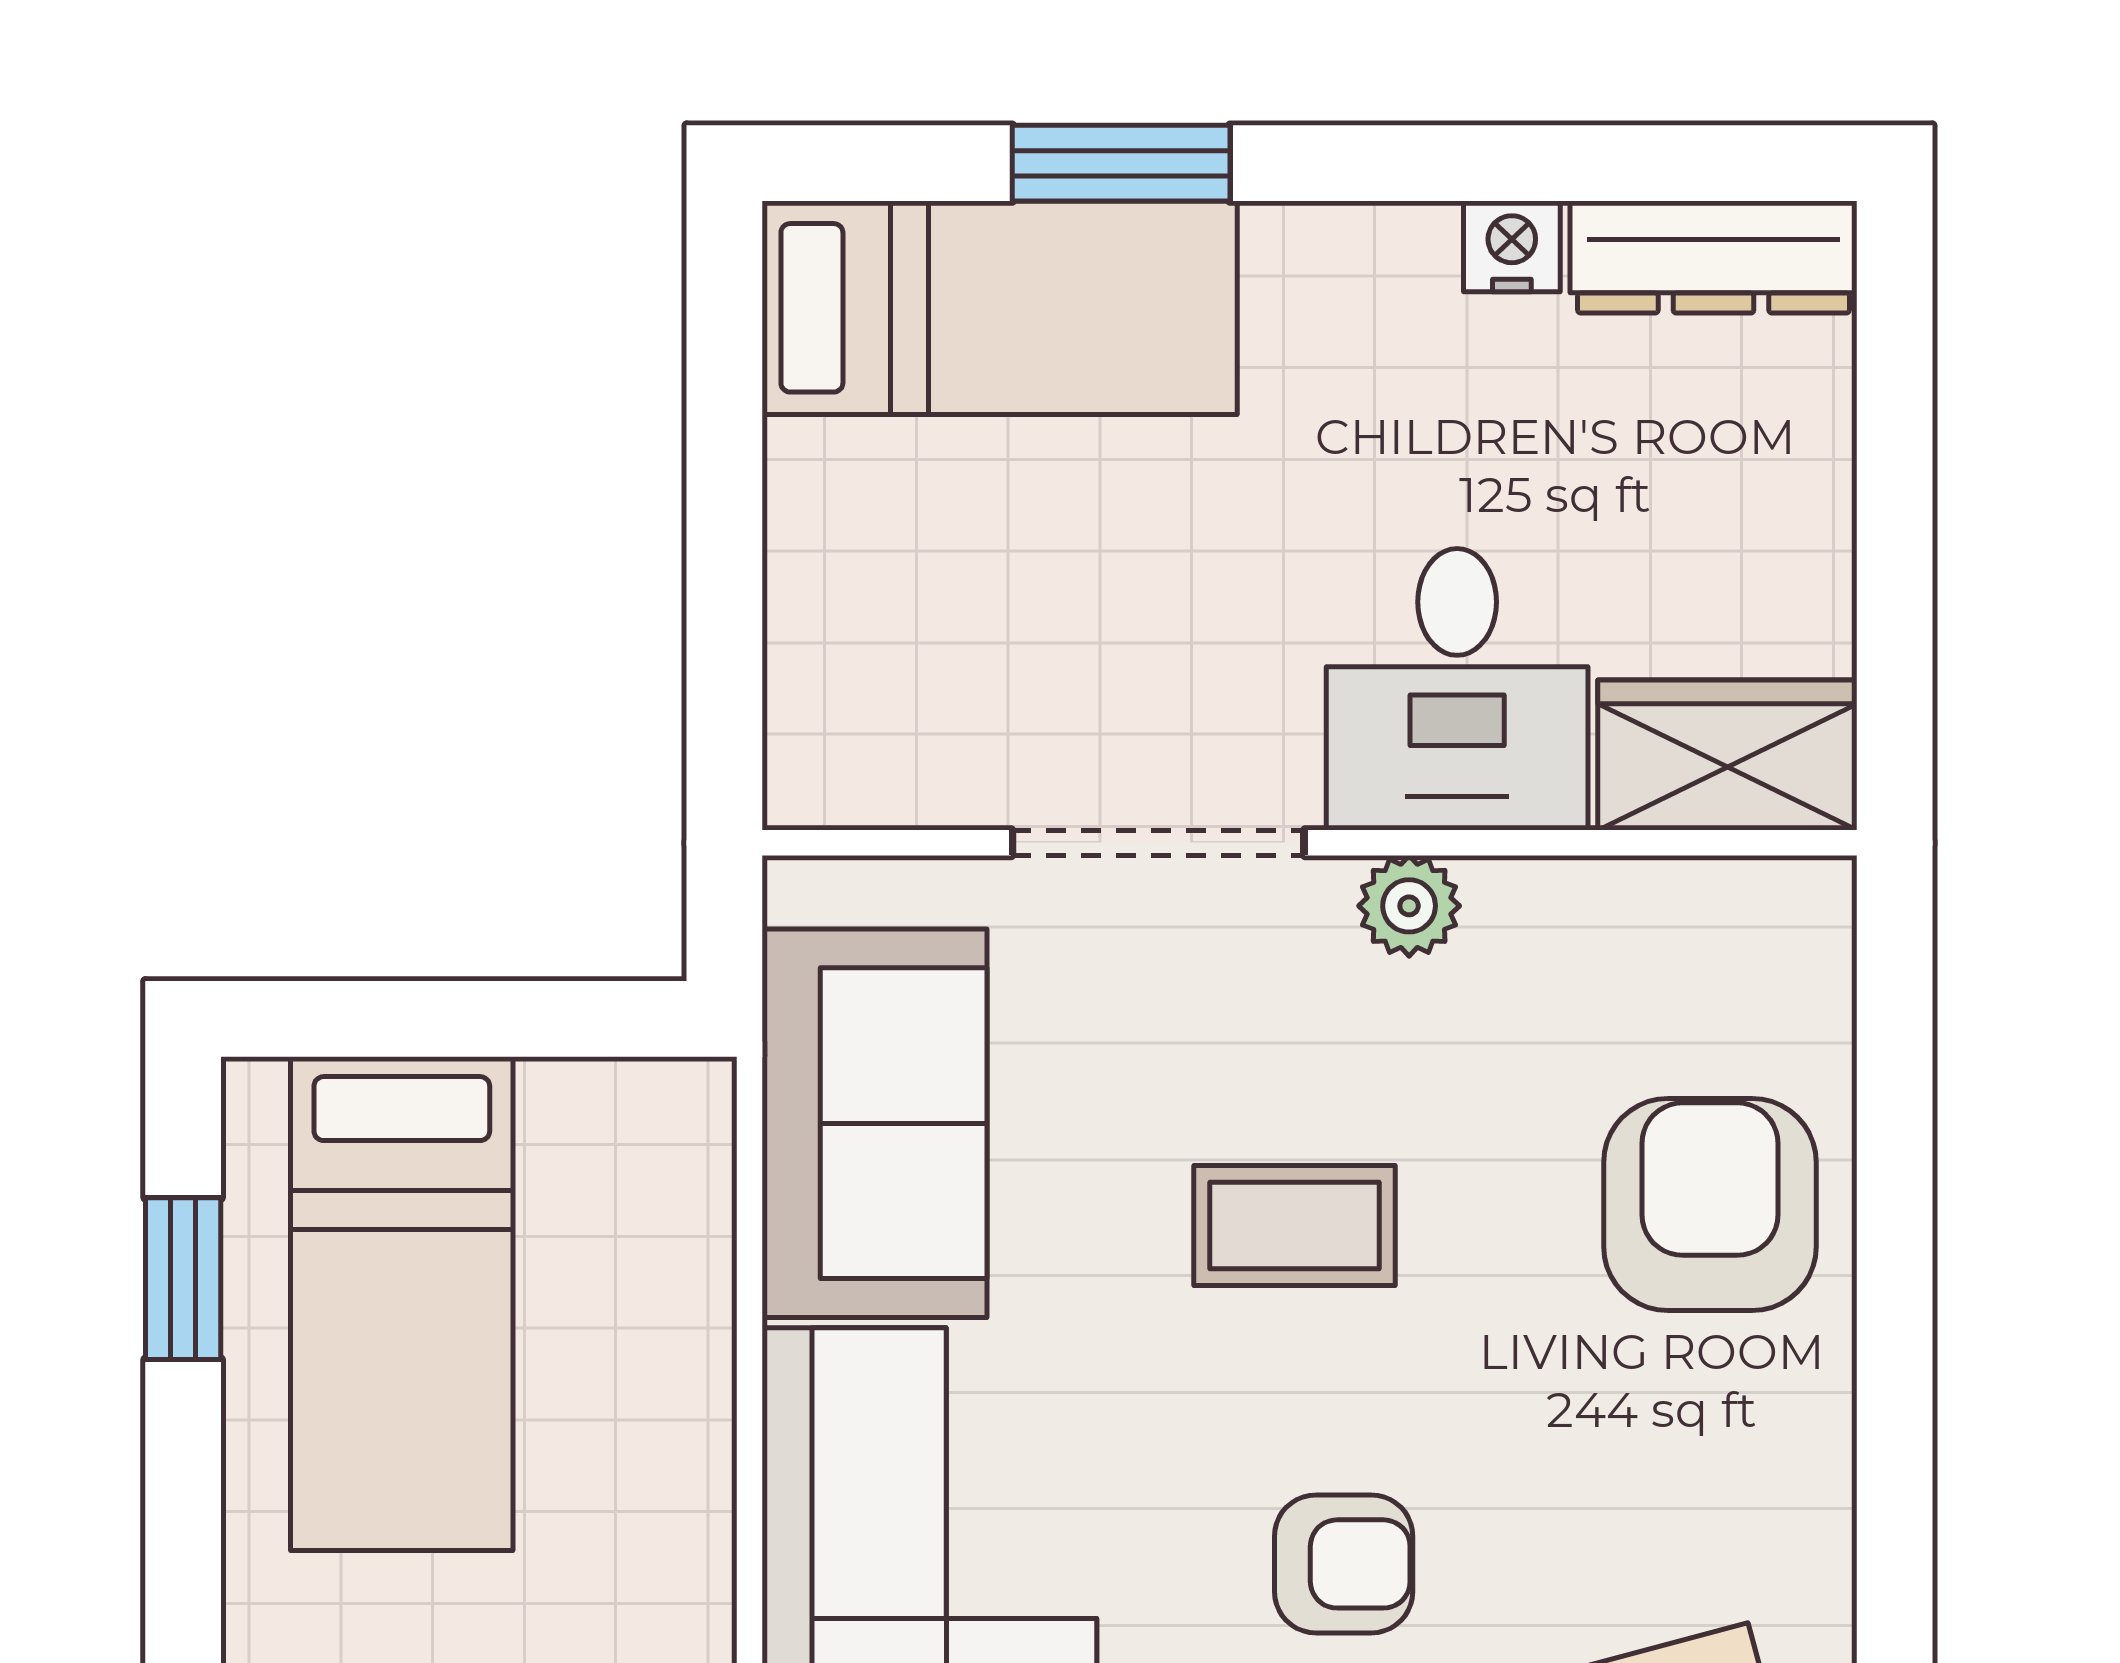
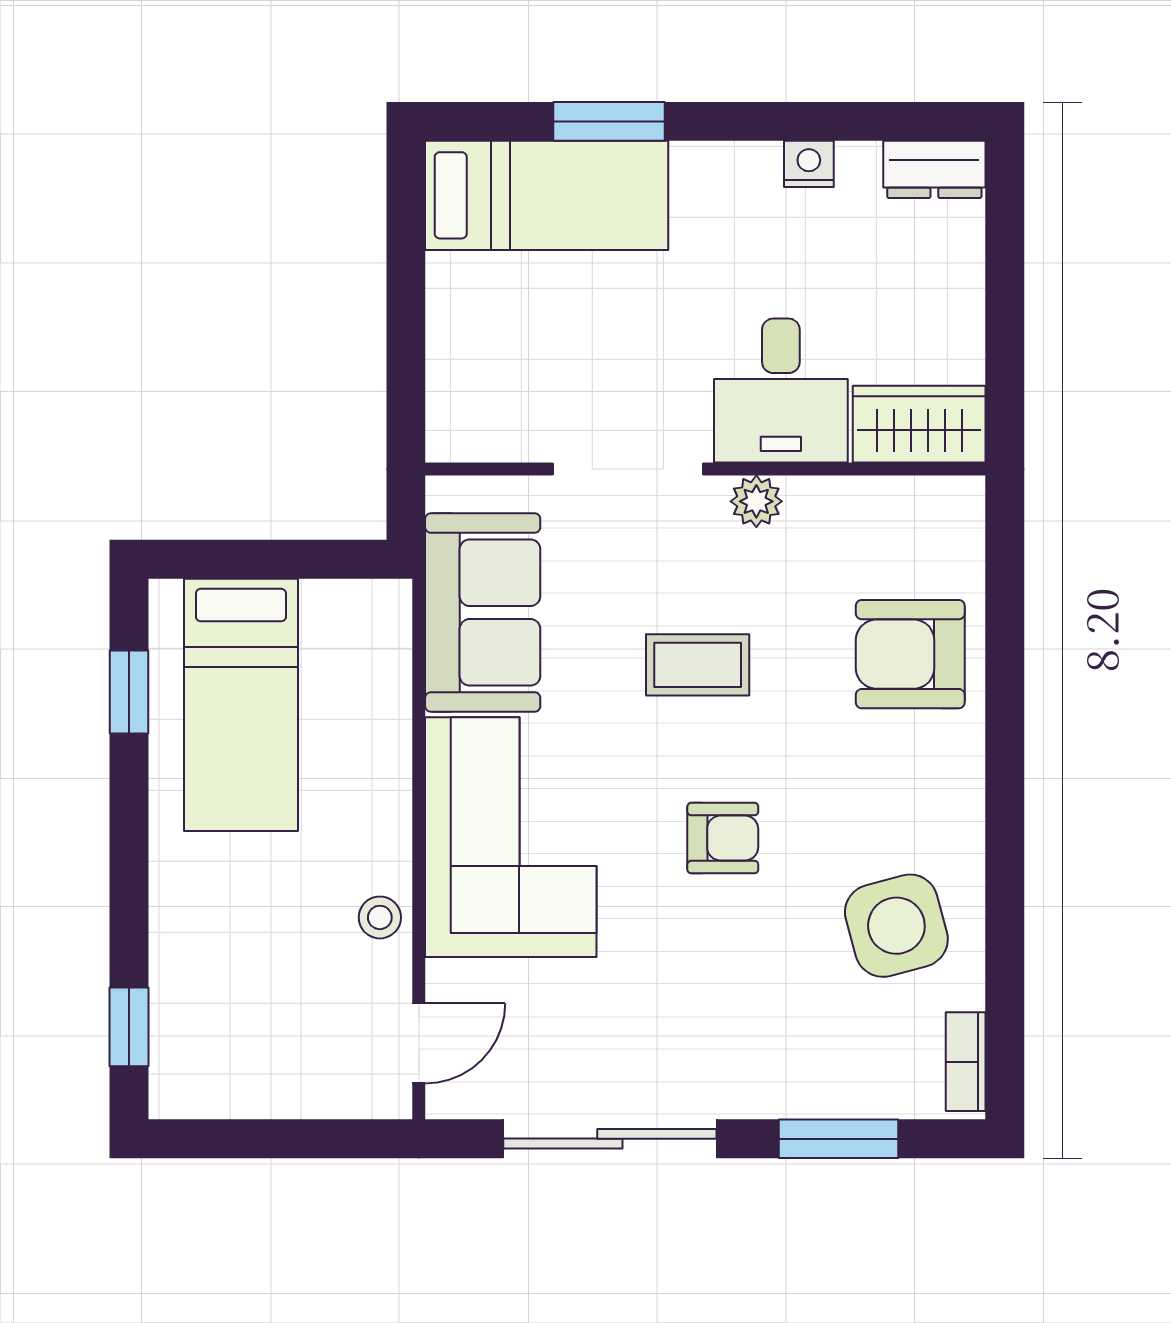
dresser: (1713, 257) -> (934, 169), width x0.70
armchair: (1710, 1205) -> (910, 654), turned -90

